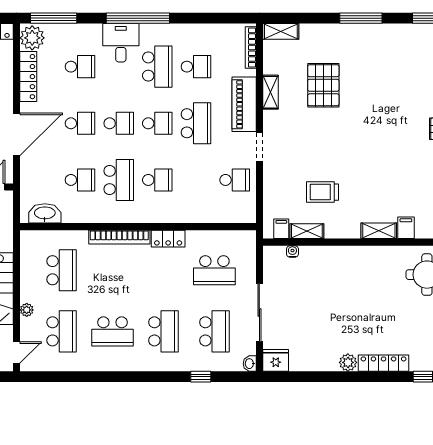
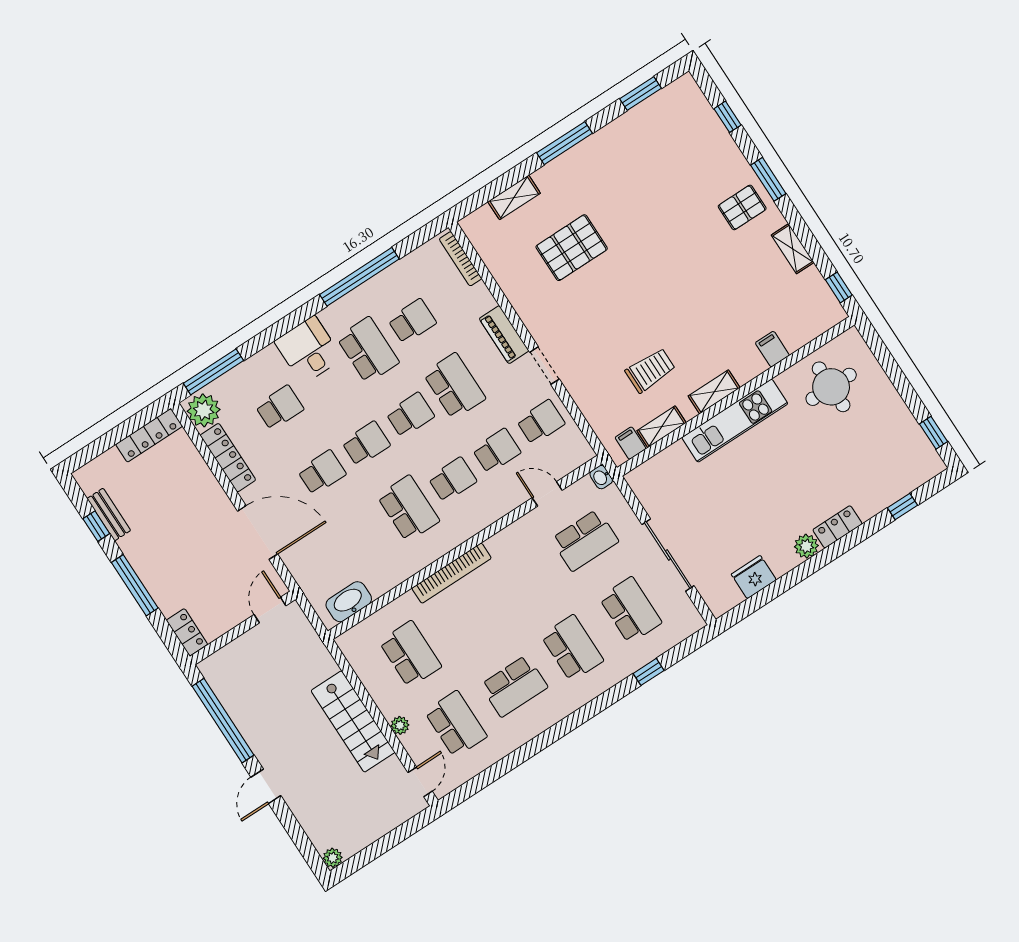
window: (138, 18) -> (359, 277), moved
shelving: (281, 31) -> (514, 197), moved
pallet: (323, 85) -> (572, 248), turned 90
shelving: (271, 92) -> (516, 295), removed
piano: (244, 104) -> (504, 335), width x0.73, depth x0.75
door: (17, 134) -> (258, 533), hinge flipped
school desk: (80, 180) -> (497, 451), moved
trolley: (322, 192) -> (650, 370), turned 180
door: (210, 227) -> (547, 494), added
shelving: (379, 231) -> (714, 392), moved
locker: (168, 239) -> (508, 539), removed
water cooler: (292, 251) -> (660, 461), removed
kitchen unit: (354, 257) -> (735, 421), added
fridge: (276, 360) -> (754, 577), moved
locker: (384, 363) -> (837, 527), width x0.66
washbasin: (250, 364) -> (601, 477), moved

